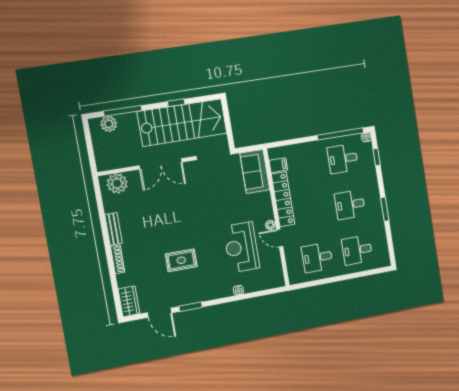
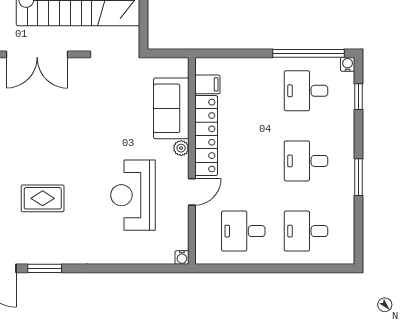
sofa: (255, 171) -> (171, 108), moved
plant: (270, 225) -> (181, 148), moved
door: (280, 238) -> (192, 192), swing flipped
water cooler: (238, 290) -> (182, 258), moved

